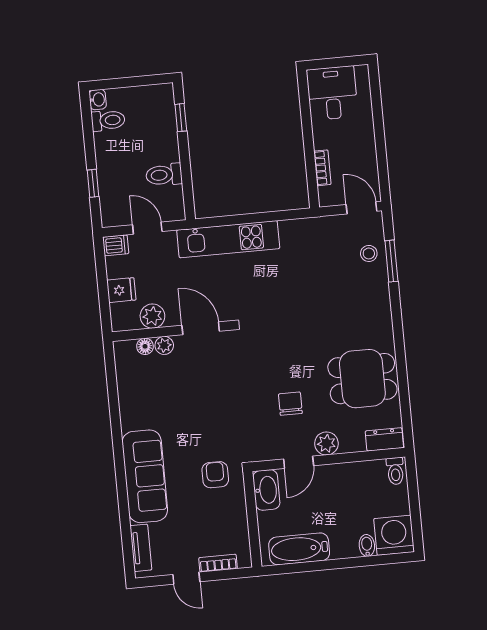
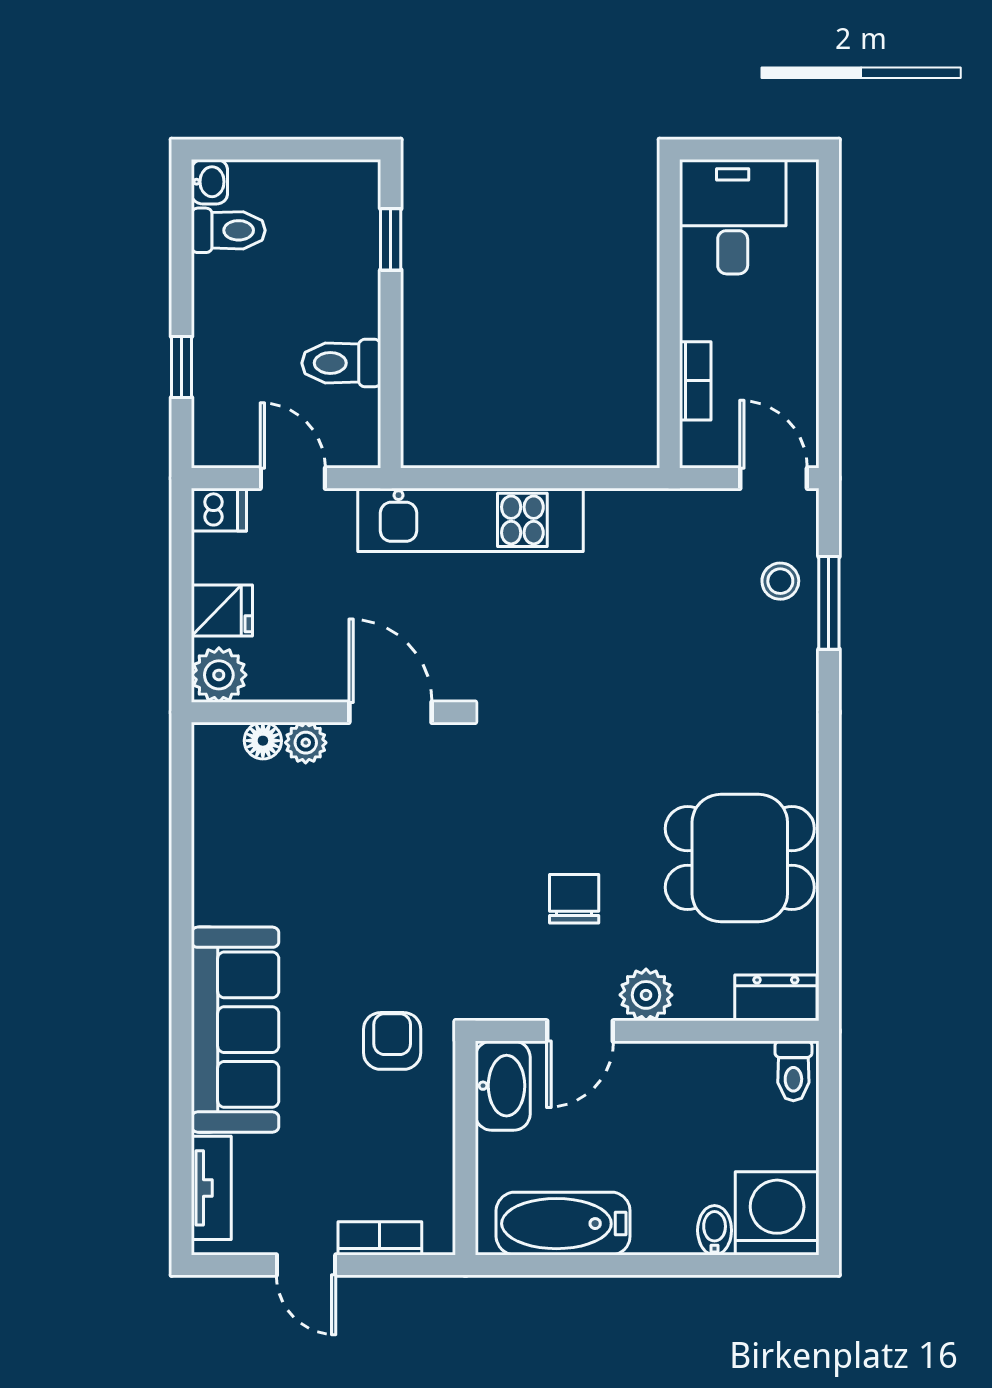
plant: (152, 316) -> (219, 675), moved

